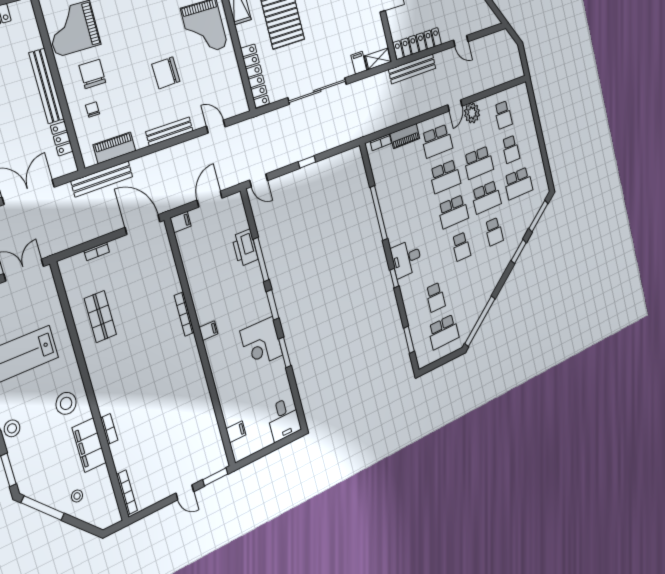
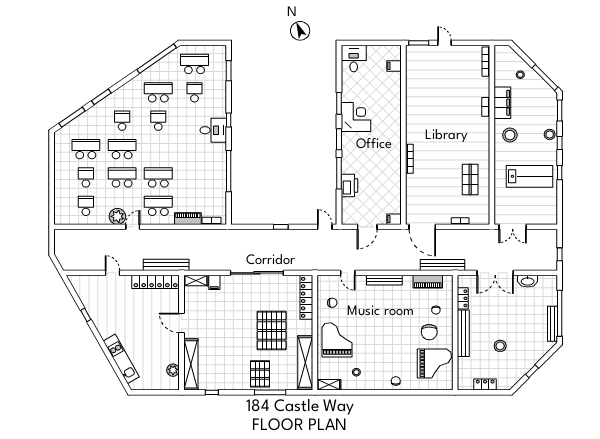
chair: (166, 73) -> (332, 303), moved, width x0.54, depth x0.54
school desk: (453, 212) -> (158, 92), moved
filing cabinet: (208, 331) -> (395, 141), removed

